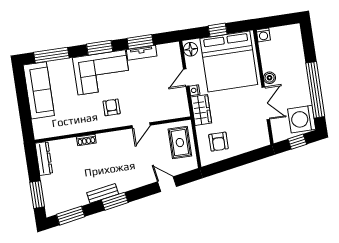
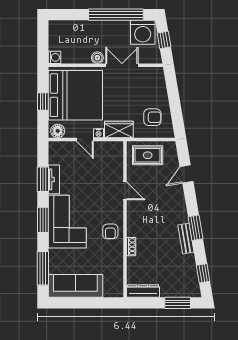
armchair: (112, 107) -> (110, 231), moved, turned -90
window: (71, 216) -> (203, 273), width x0.67

